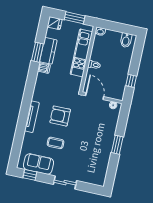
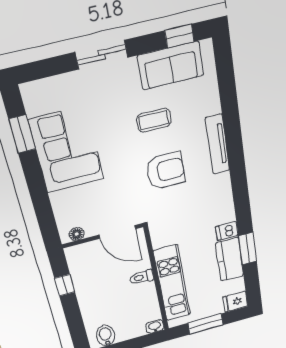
window: (117, 145) -> (22, 134), moved
corner sofa: (98, 148) -> (67, 150), added

